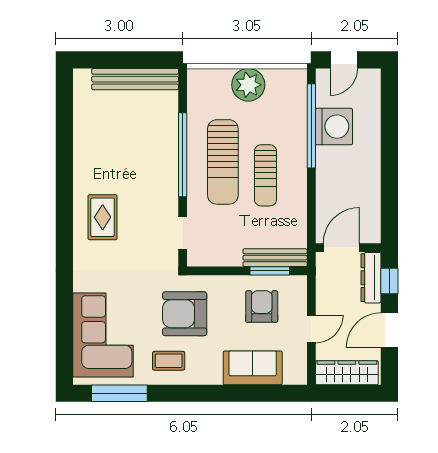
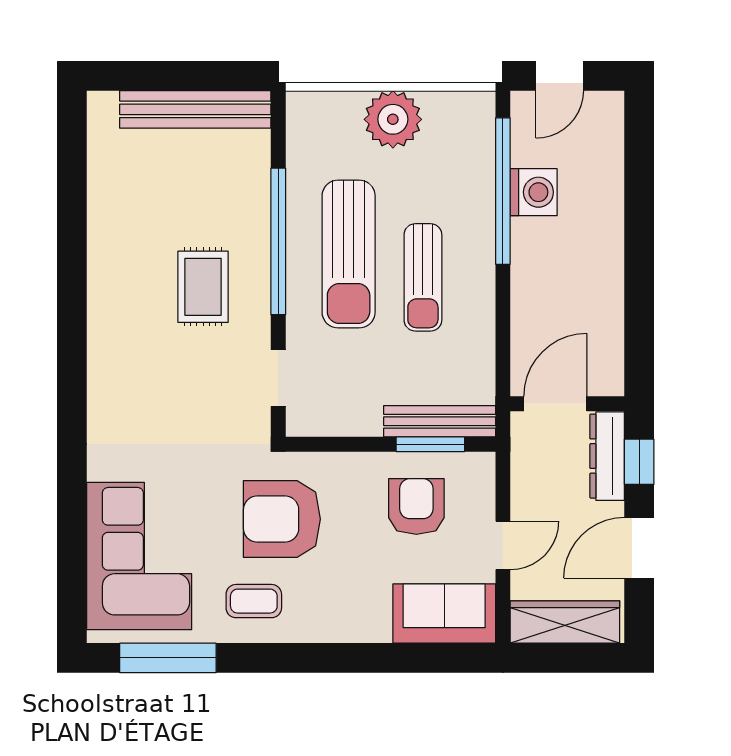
washing machine: (334, 127) -> (534, 192), width x0.73, depth x0.73
rug: (103, 217) -> (203, 287), moved
sofa: (253, 368) -> (444, 613), moved

